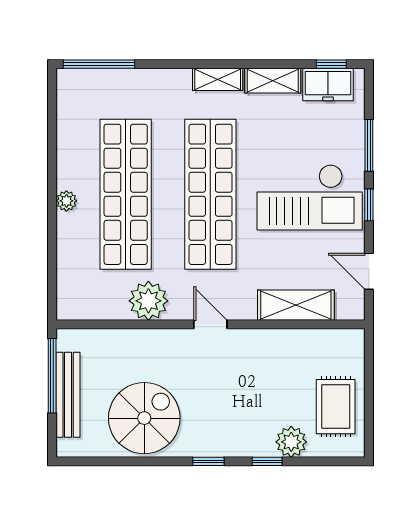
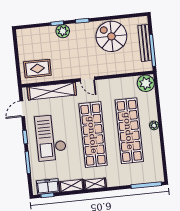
checkout: (310, 197) -> (51, 138), turned -90
door: (369, 271) -> (22, 109), swing flipped
plant: (148, 301) -> (146, 83), moved
shelving: (296, 305) -> (52, 91), width x1.47
rug: (336, 407) -> (37, 69), moved, turned 90
spiral stairs: (144, 418) -> (111, 36), turned 90
plant: (291, 442) -> (63, 31), moved

